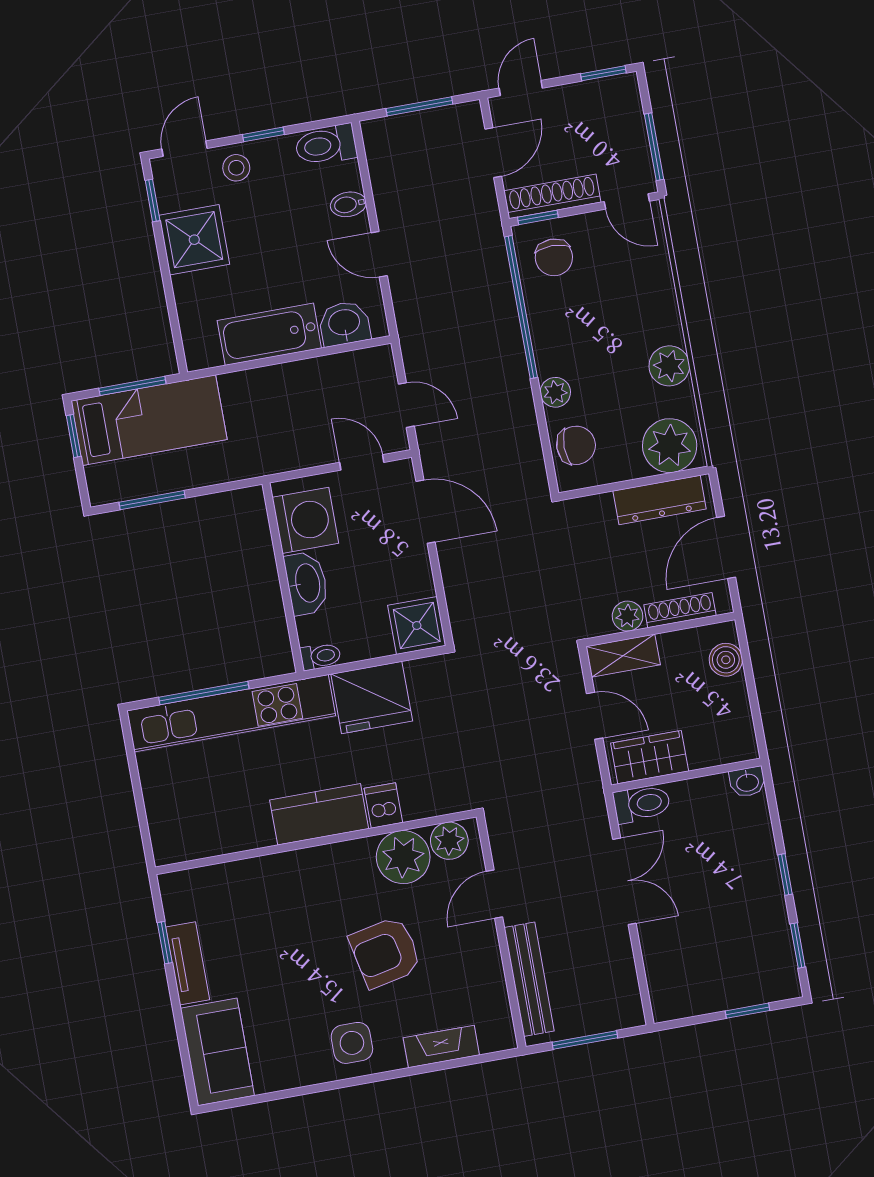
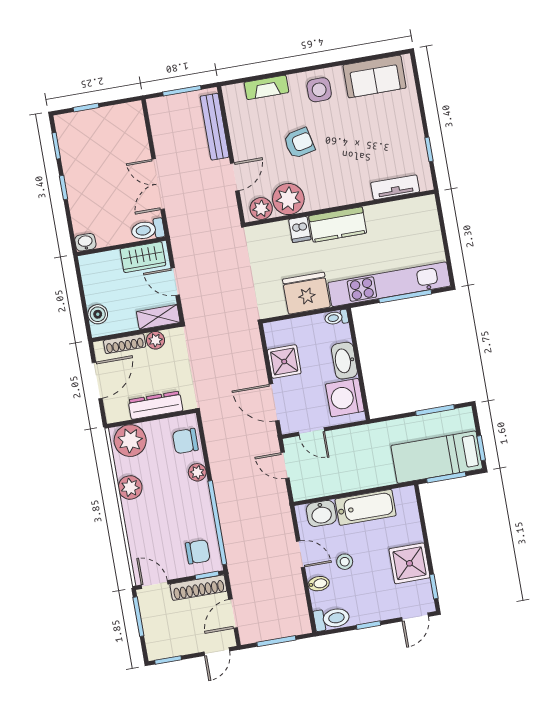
stool: (236, 168) -> (345, 562), moved
chair: (554, 257) -> (198, 552), turned 90
dresser: (660, 500) -> (155, 405), moved
shower: (417, 625) -> (284, 362), moved
armchair: (385, 952) -> (299, 143), width x0.72, depth x0.72
tv unit: (188, 963) -> (395, 187), moved, turned 90
sofa: (217, 1052) -> (375, 77), moved, turned -90

